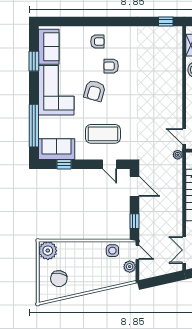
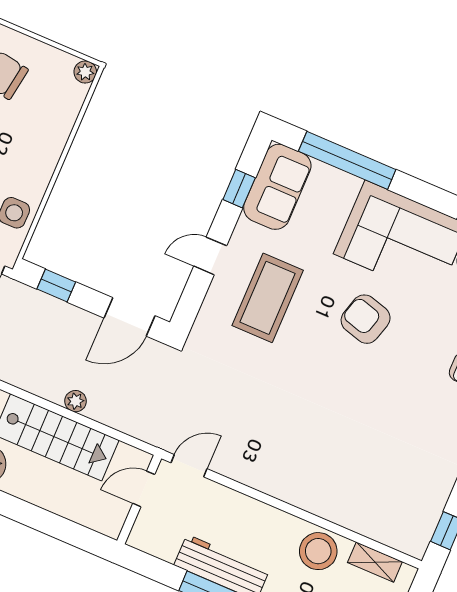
armchair: (111, 66) -> (403, 376), removed
plant: (178, 155) -> (76, 401), moved
door: (110, 164) -> (210, 256), moved
plant: (48, 251) -> (85, 72), width x0.53, depth x0.53

